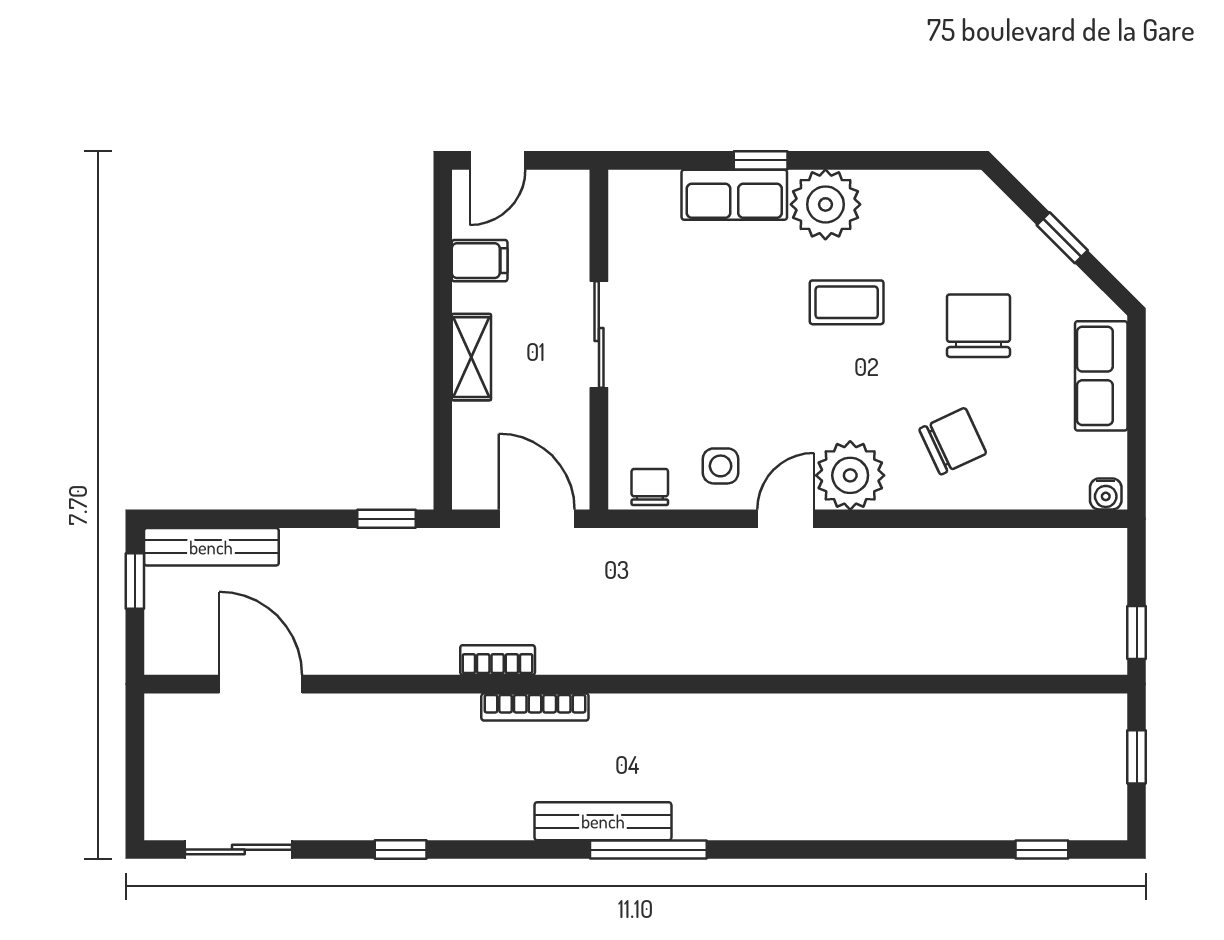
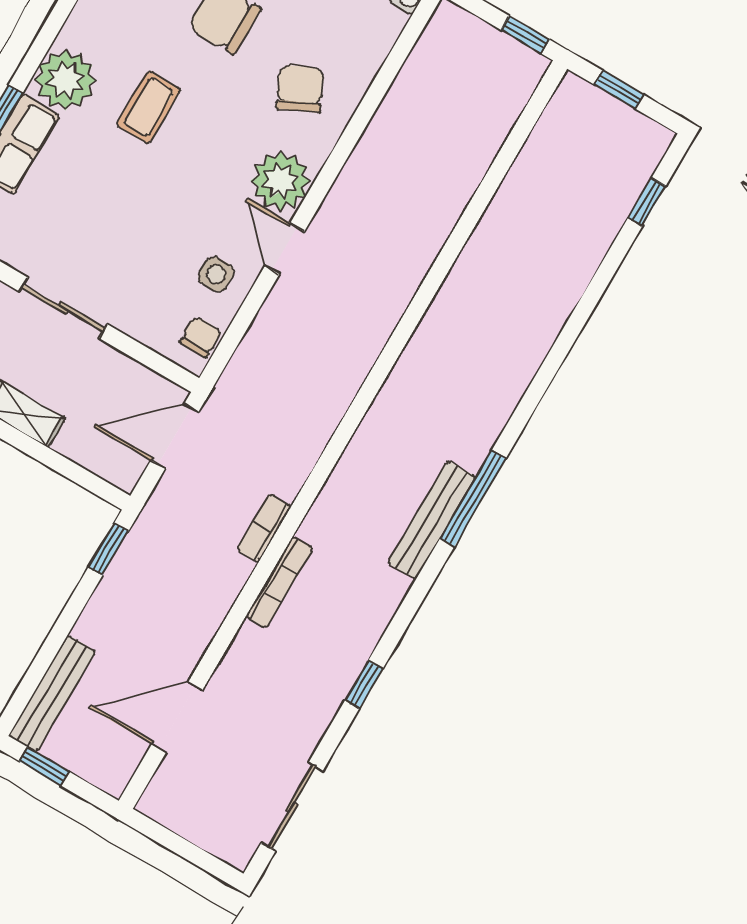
chair: (650, 487) -> (201, 337), turned 90
bookcase: (535, 707) -> (279, 582), moved

